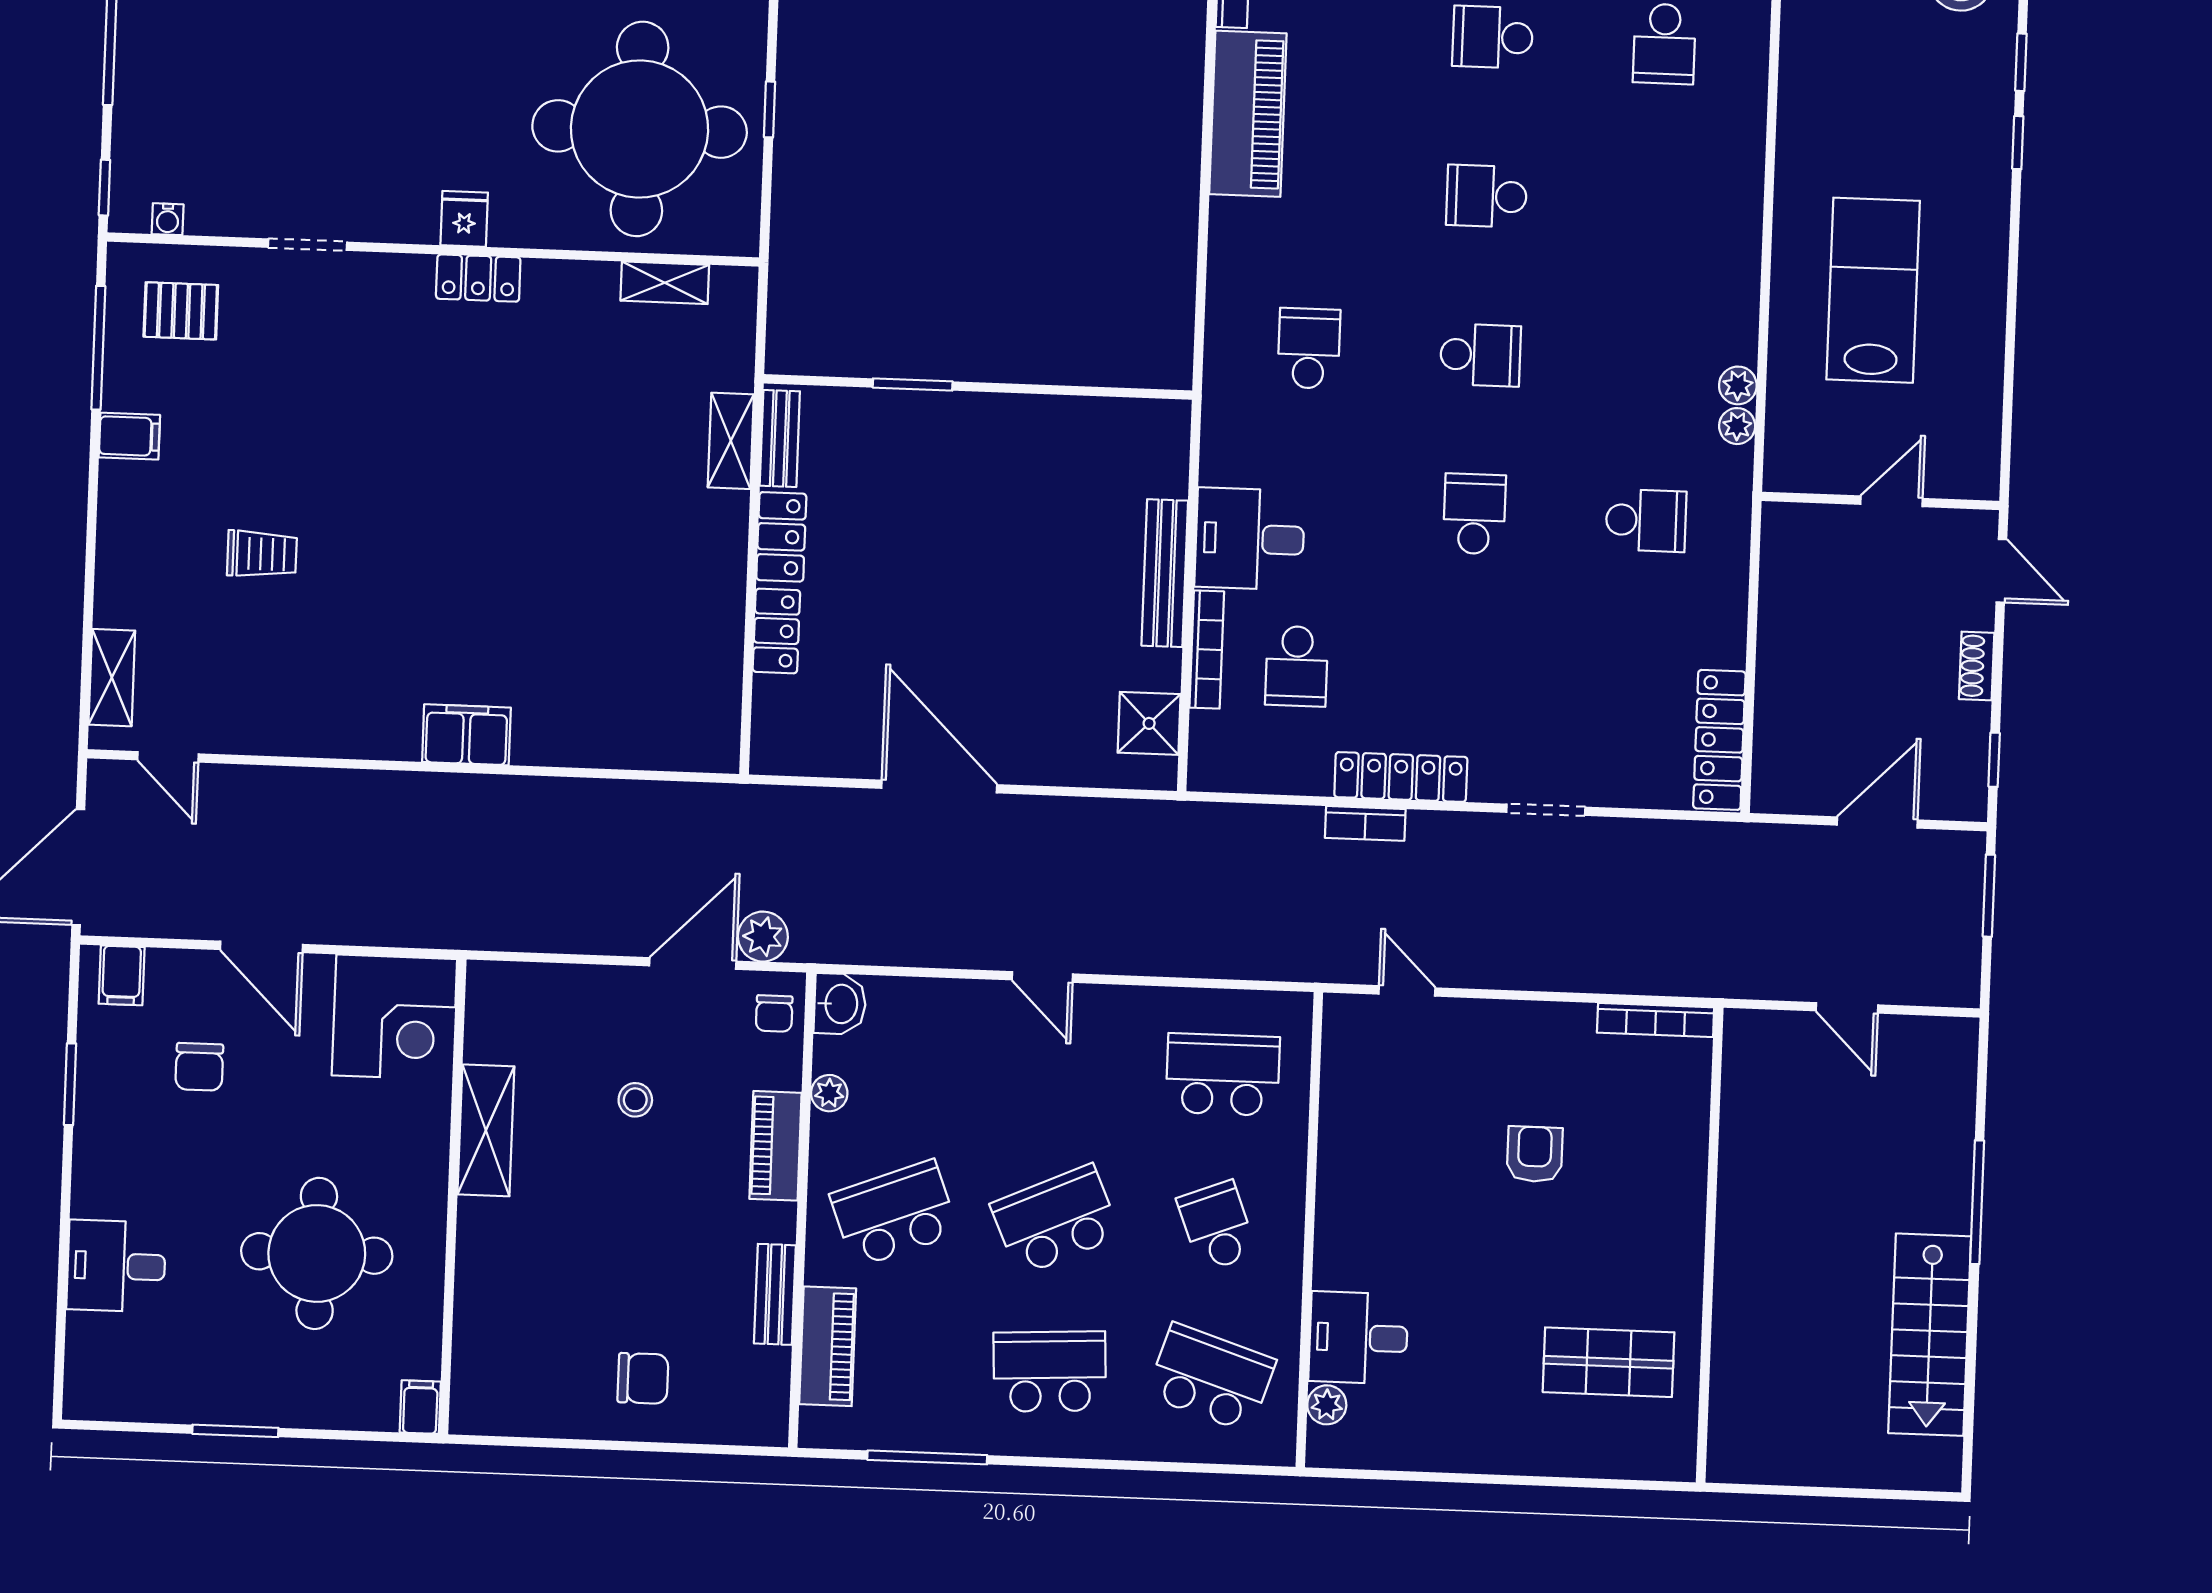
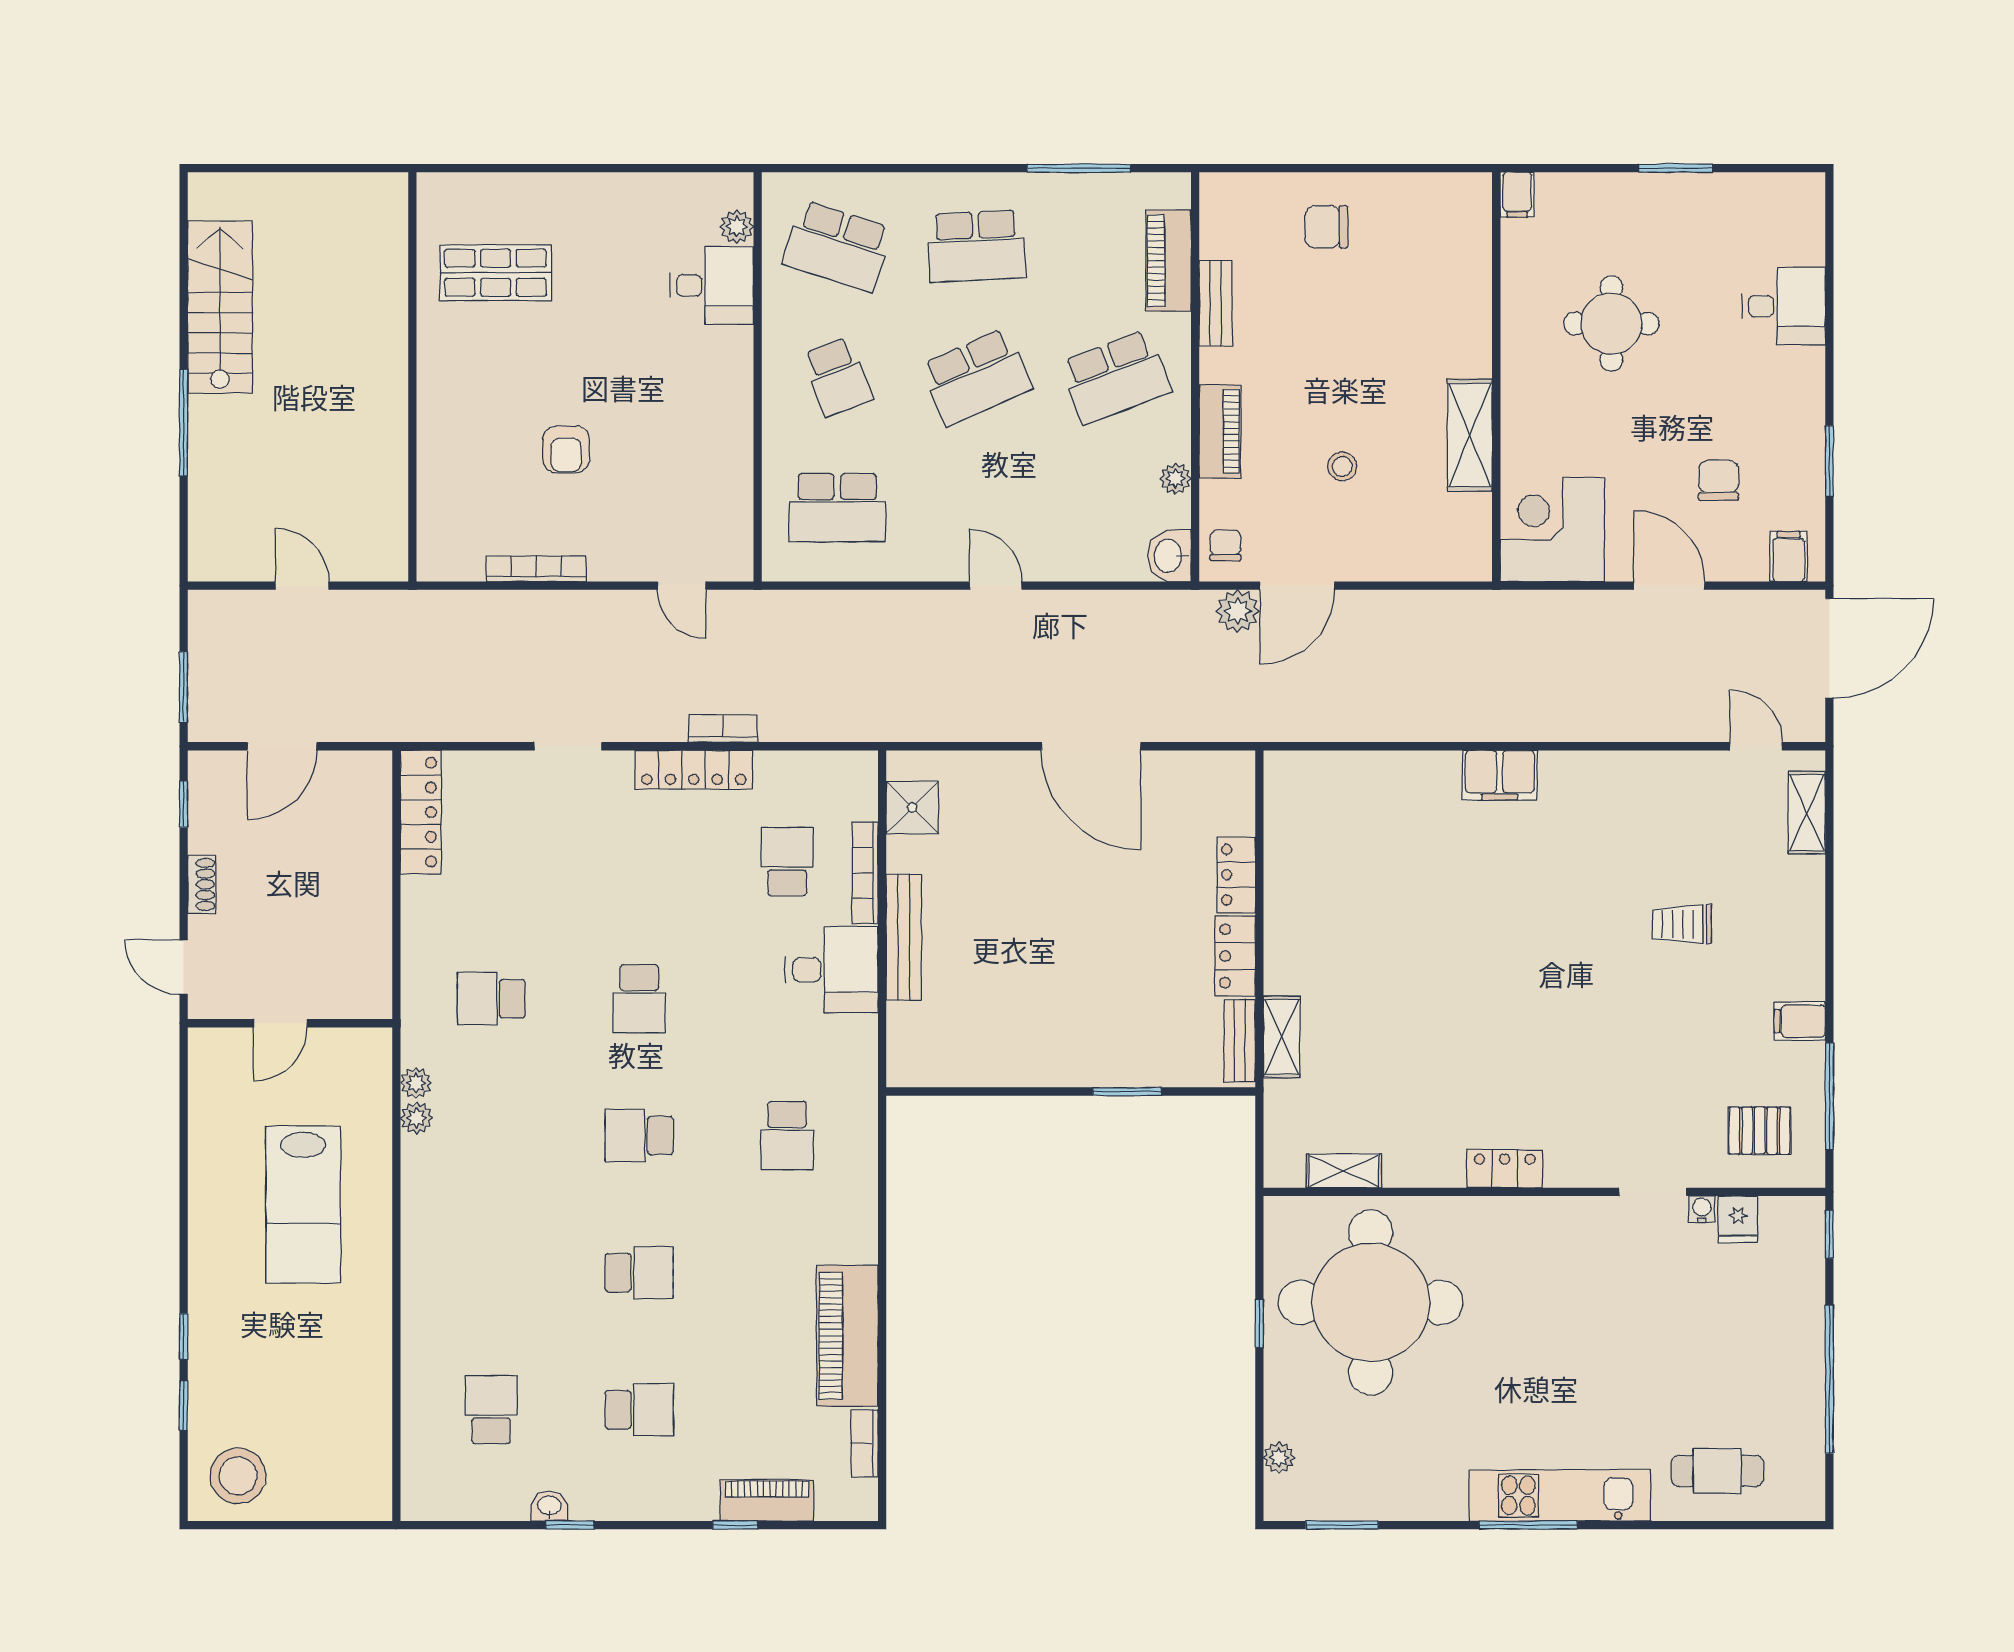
water cooler: (168, 219) -> (1702, 1209), moved
fridge: (464, 219) -> (1738, 1219), moved
bookcase: (1656, 1020) -> (536, 569), moved
round table: (317, 1253) -> (1611, 324), width x0.73, depth x0.73

